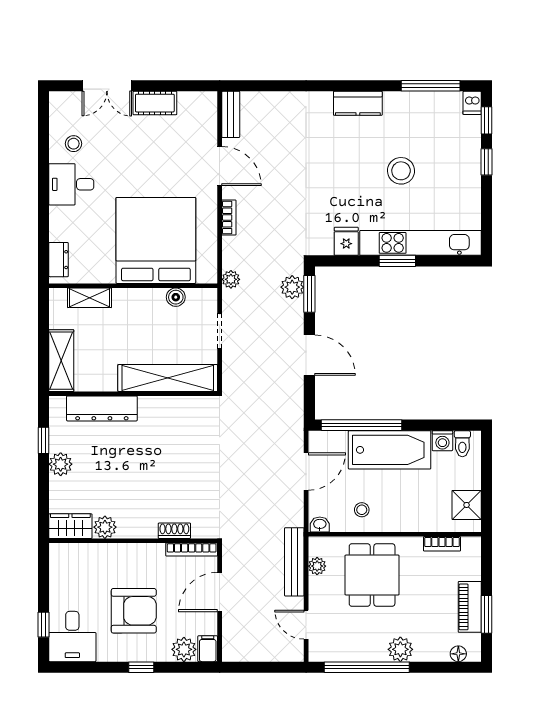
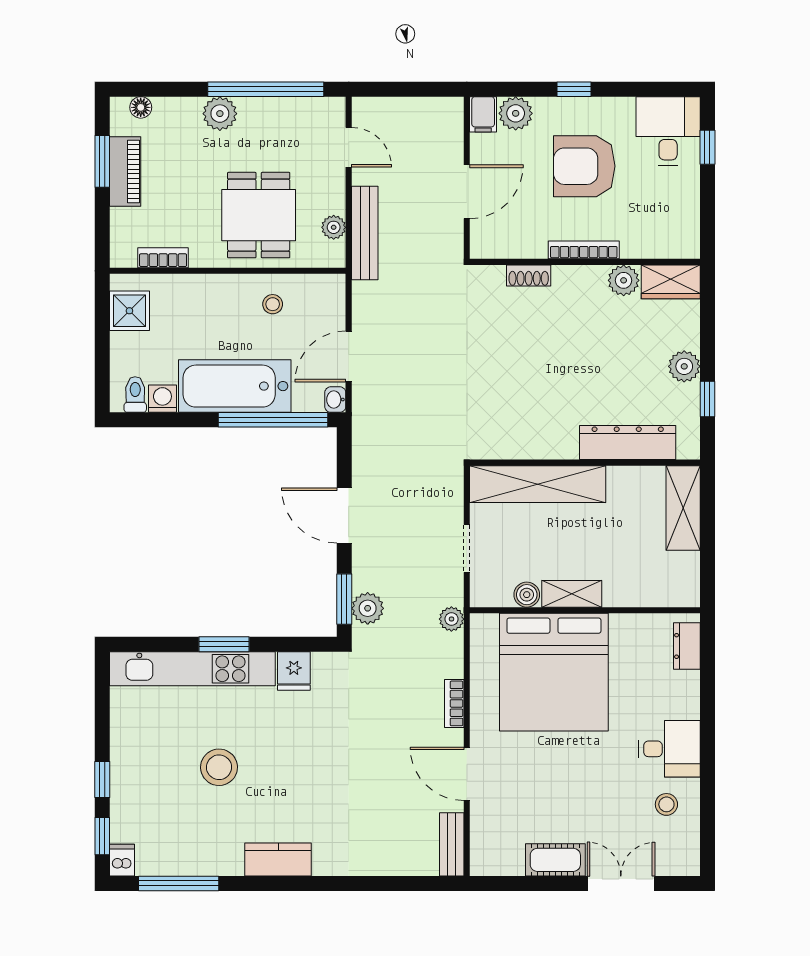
shelving: (90, 298) -> (572, 594), moved
washbasin: (320, 524) -> (335, 400), moved, turned 90
bookcase: (192, 550) -> (584, 250), moved

